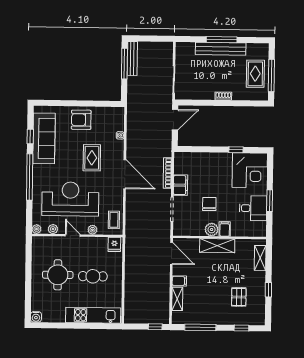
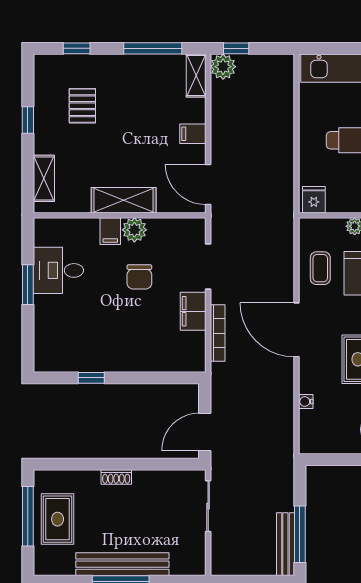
corner desk: (250, 170) -> (66, 340), removed
coffee table: (114, 220) -> (320, 268), moved
shelving: (177, 299) -> (196, 76), moved
plant: (162, 317) -> (223, 67), added

